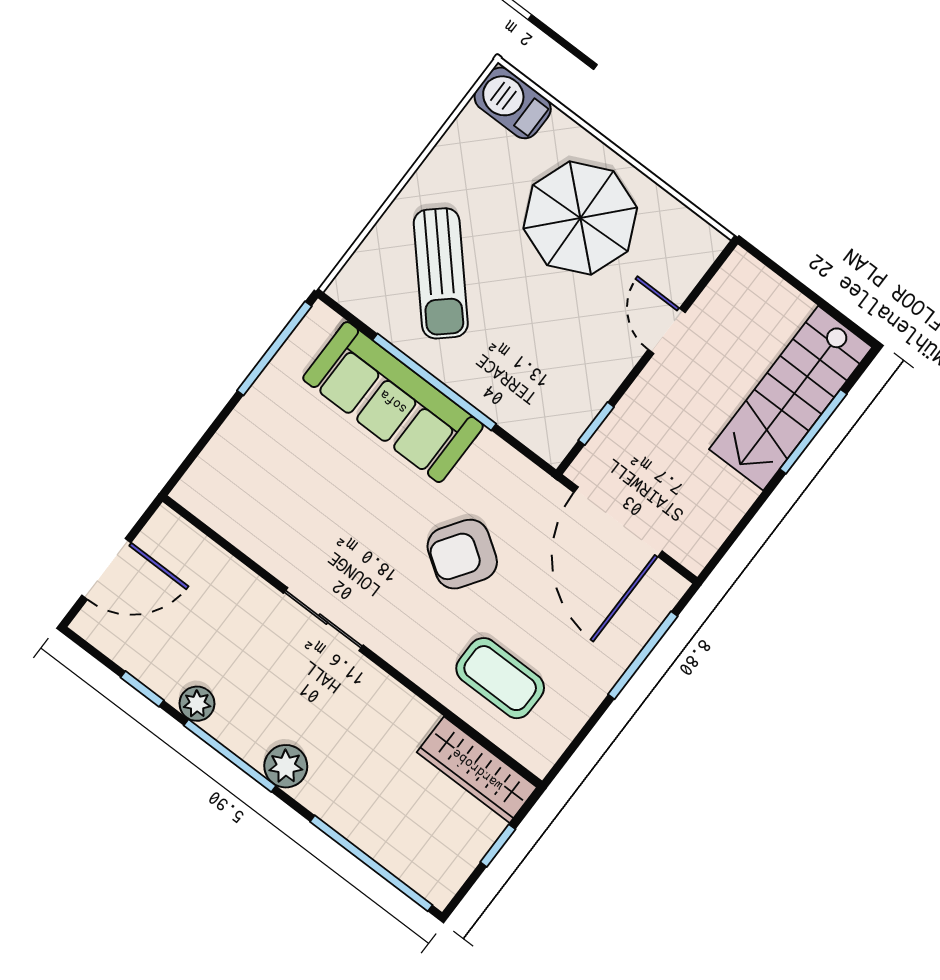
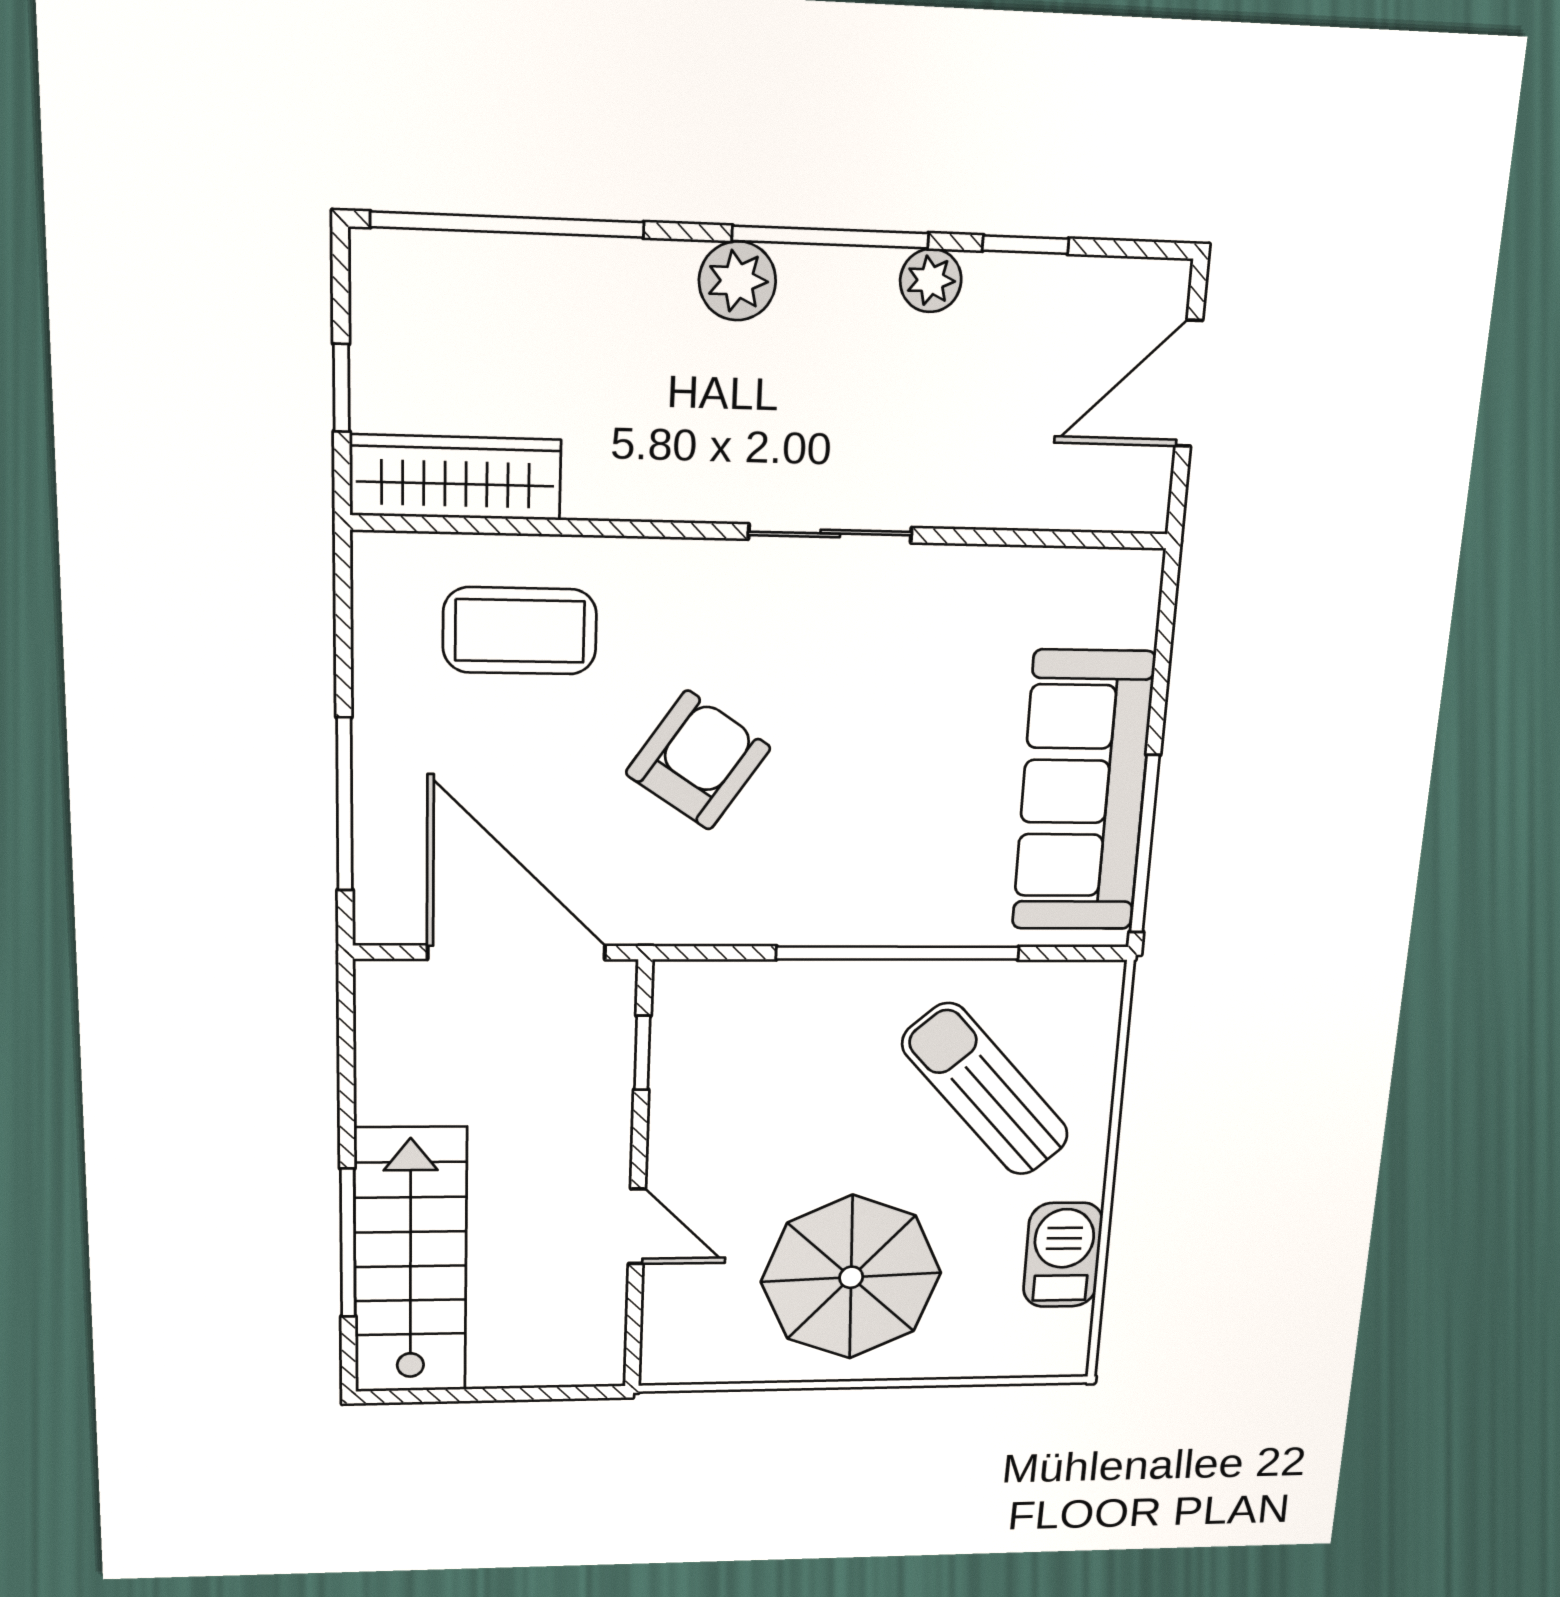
barbecue: (513, 103) -> (1063, 1255), moved, turned -90
sofa: (393, 402) -> (1083, 792), moved, turned -90

